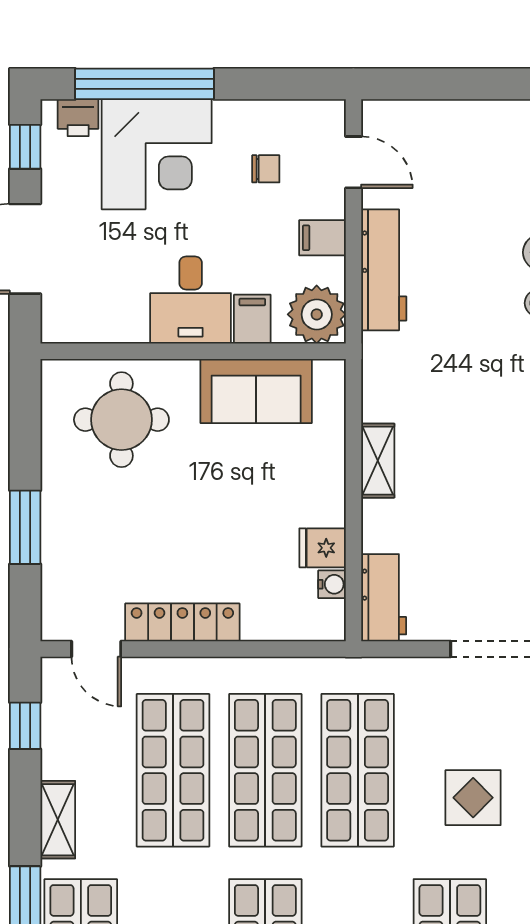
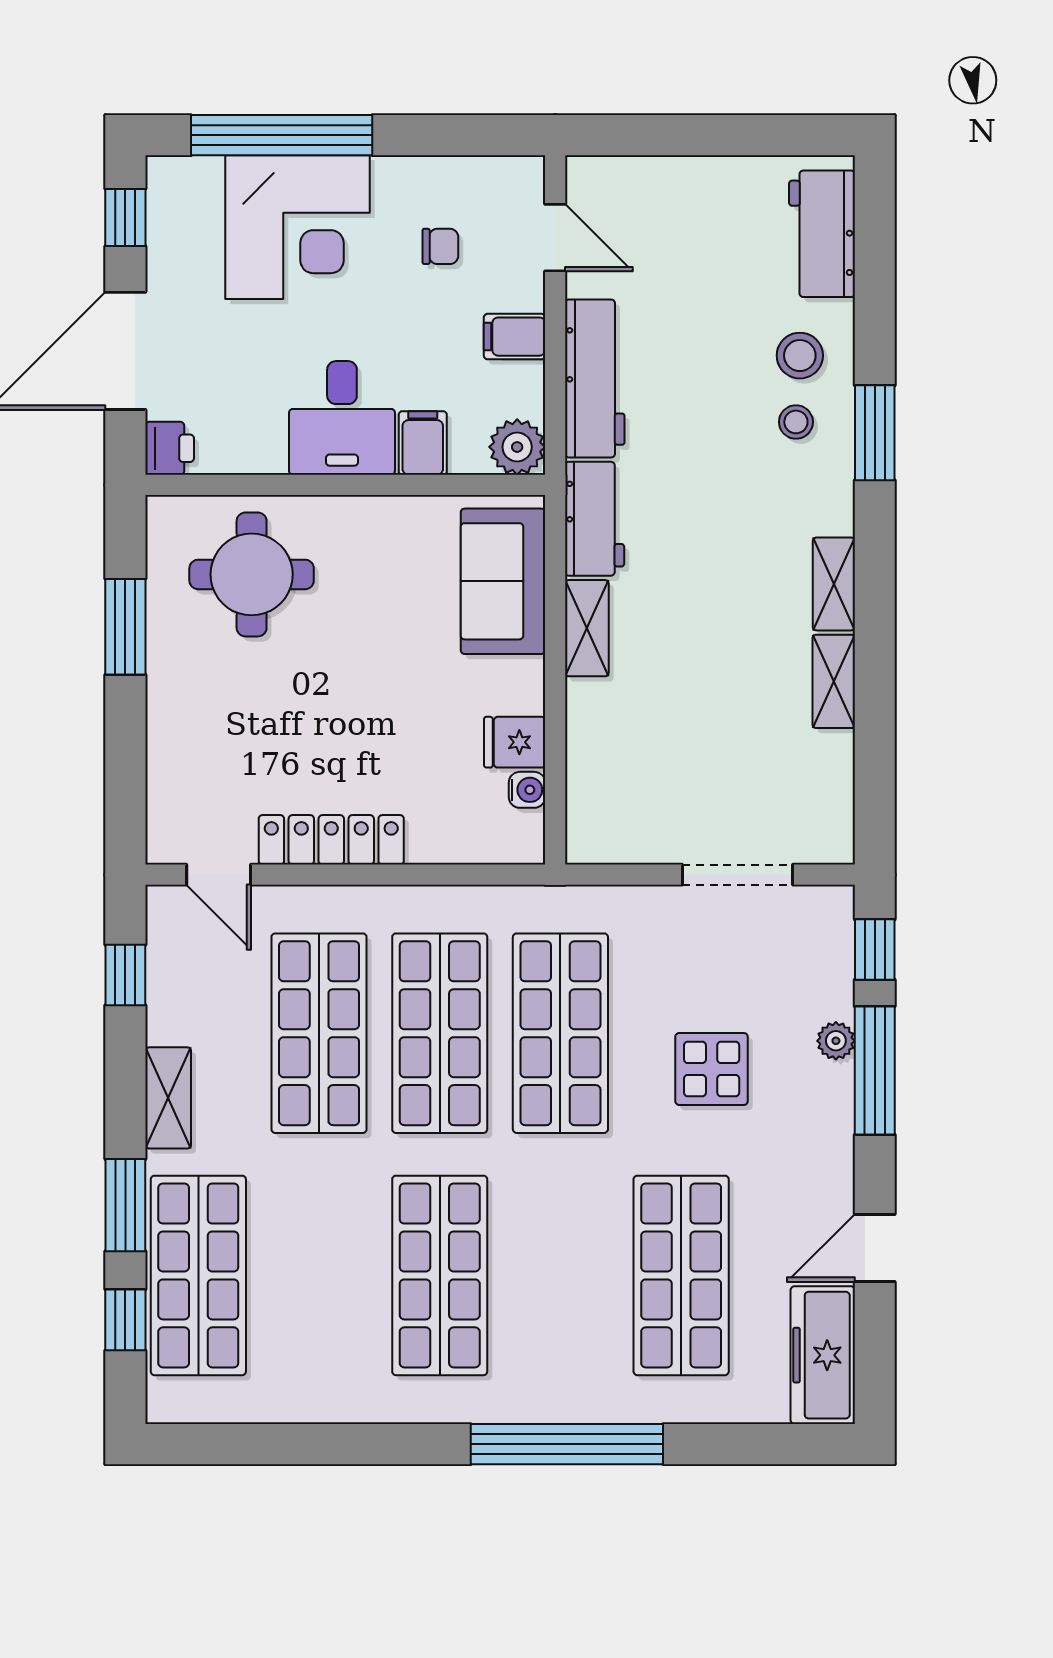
printer: (78, 118) -> (170, 448), moved, turned -90
plant: (317, 314) -> (517, 447), width x0.73, depth x0.73
sofa: (256, 391) -> (503, 581), moved, turned 90
window: (25, 527) -> (125, 627), moved
workbench: (384, 598) -> (595, 519), moved

